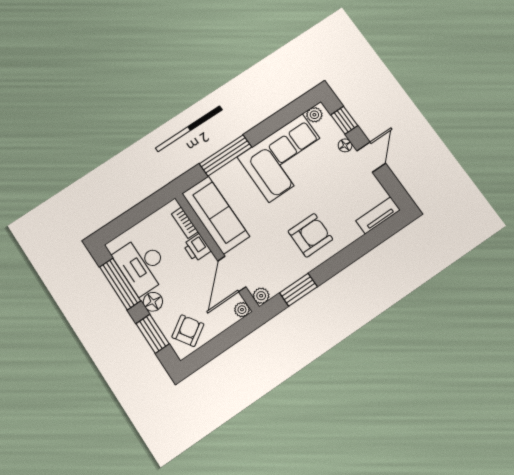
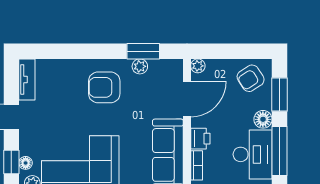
floor lamp: (345, 145) -> (26, 163), moved
tv unit: (378, 215) -> (27, 79), moved, turned -90
plant: (261, 296) -> (140, 66), moved

